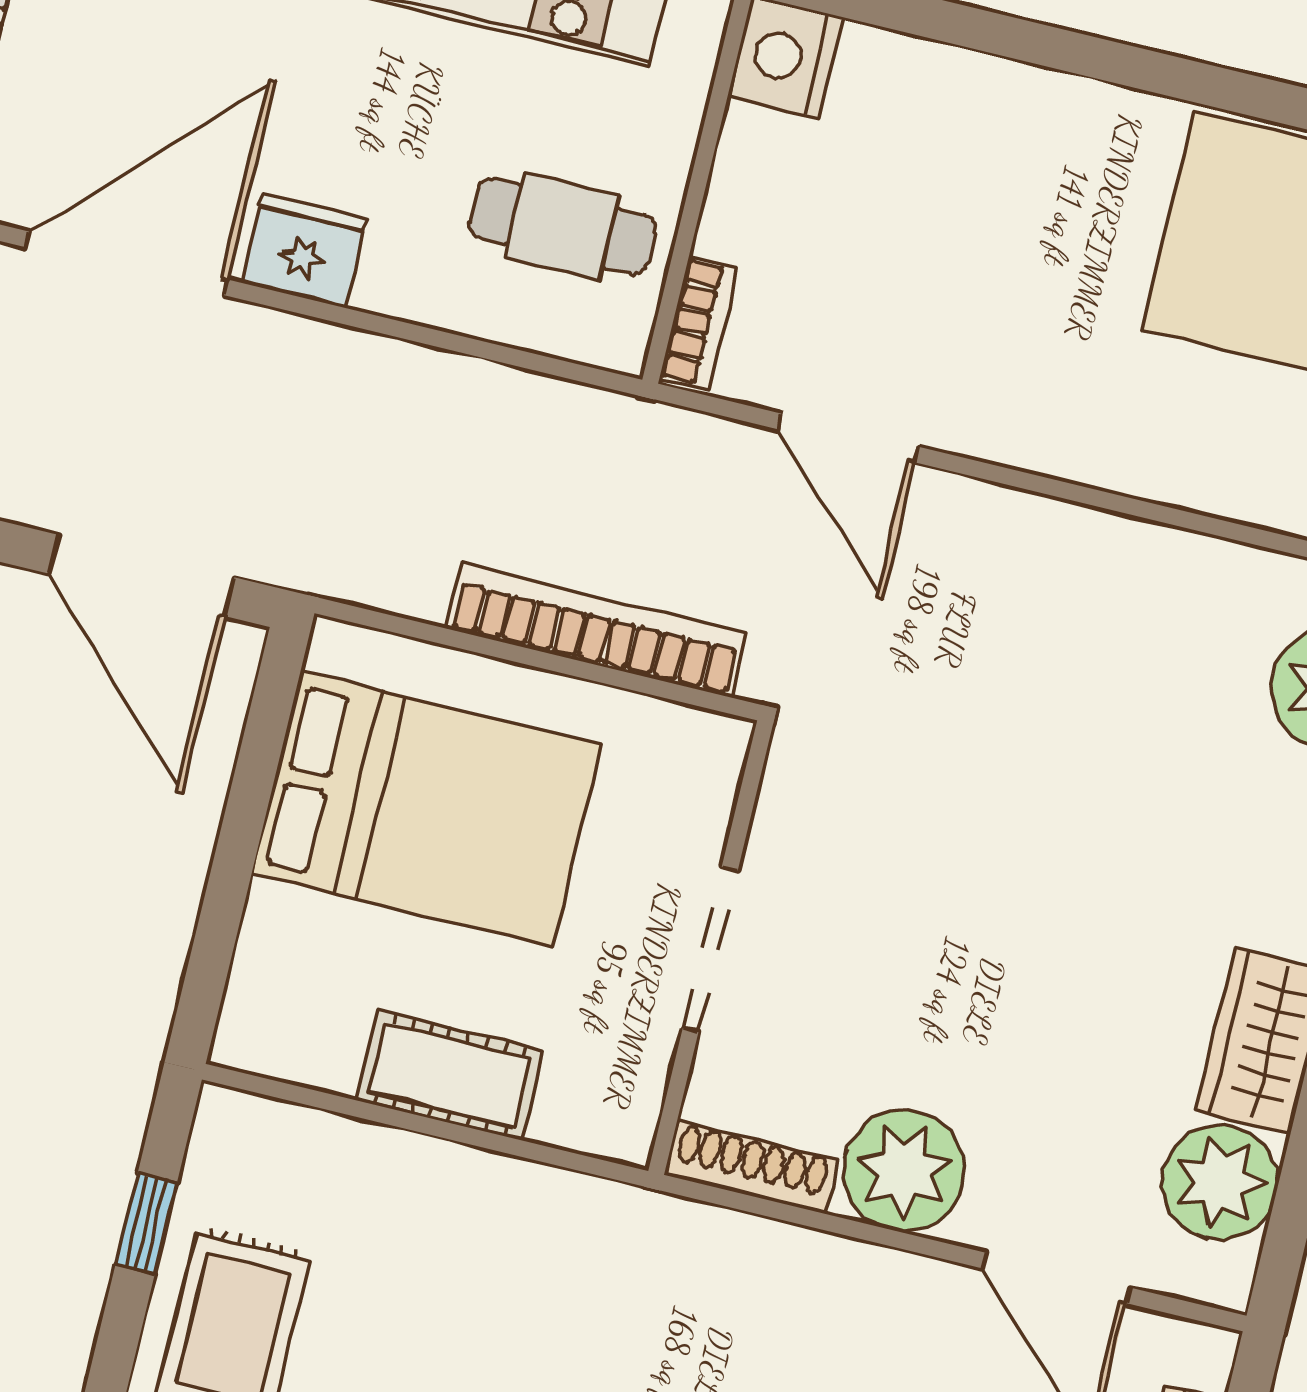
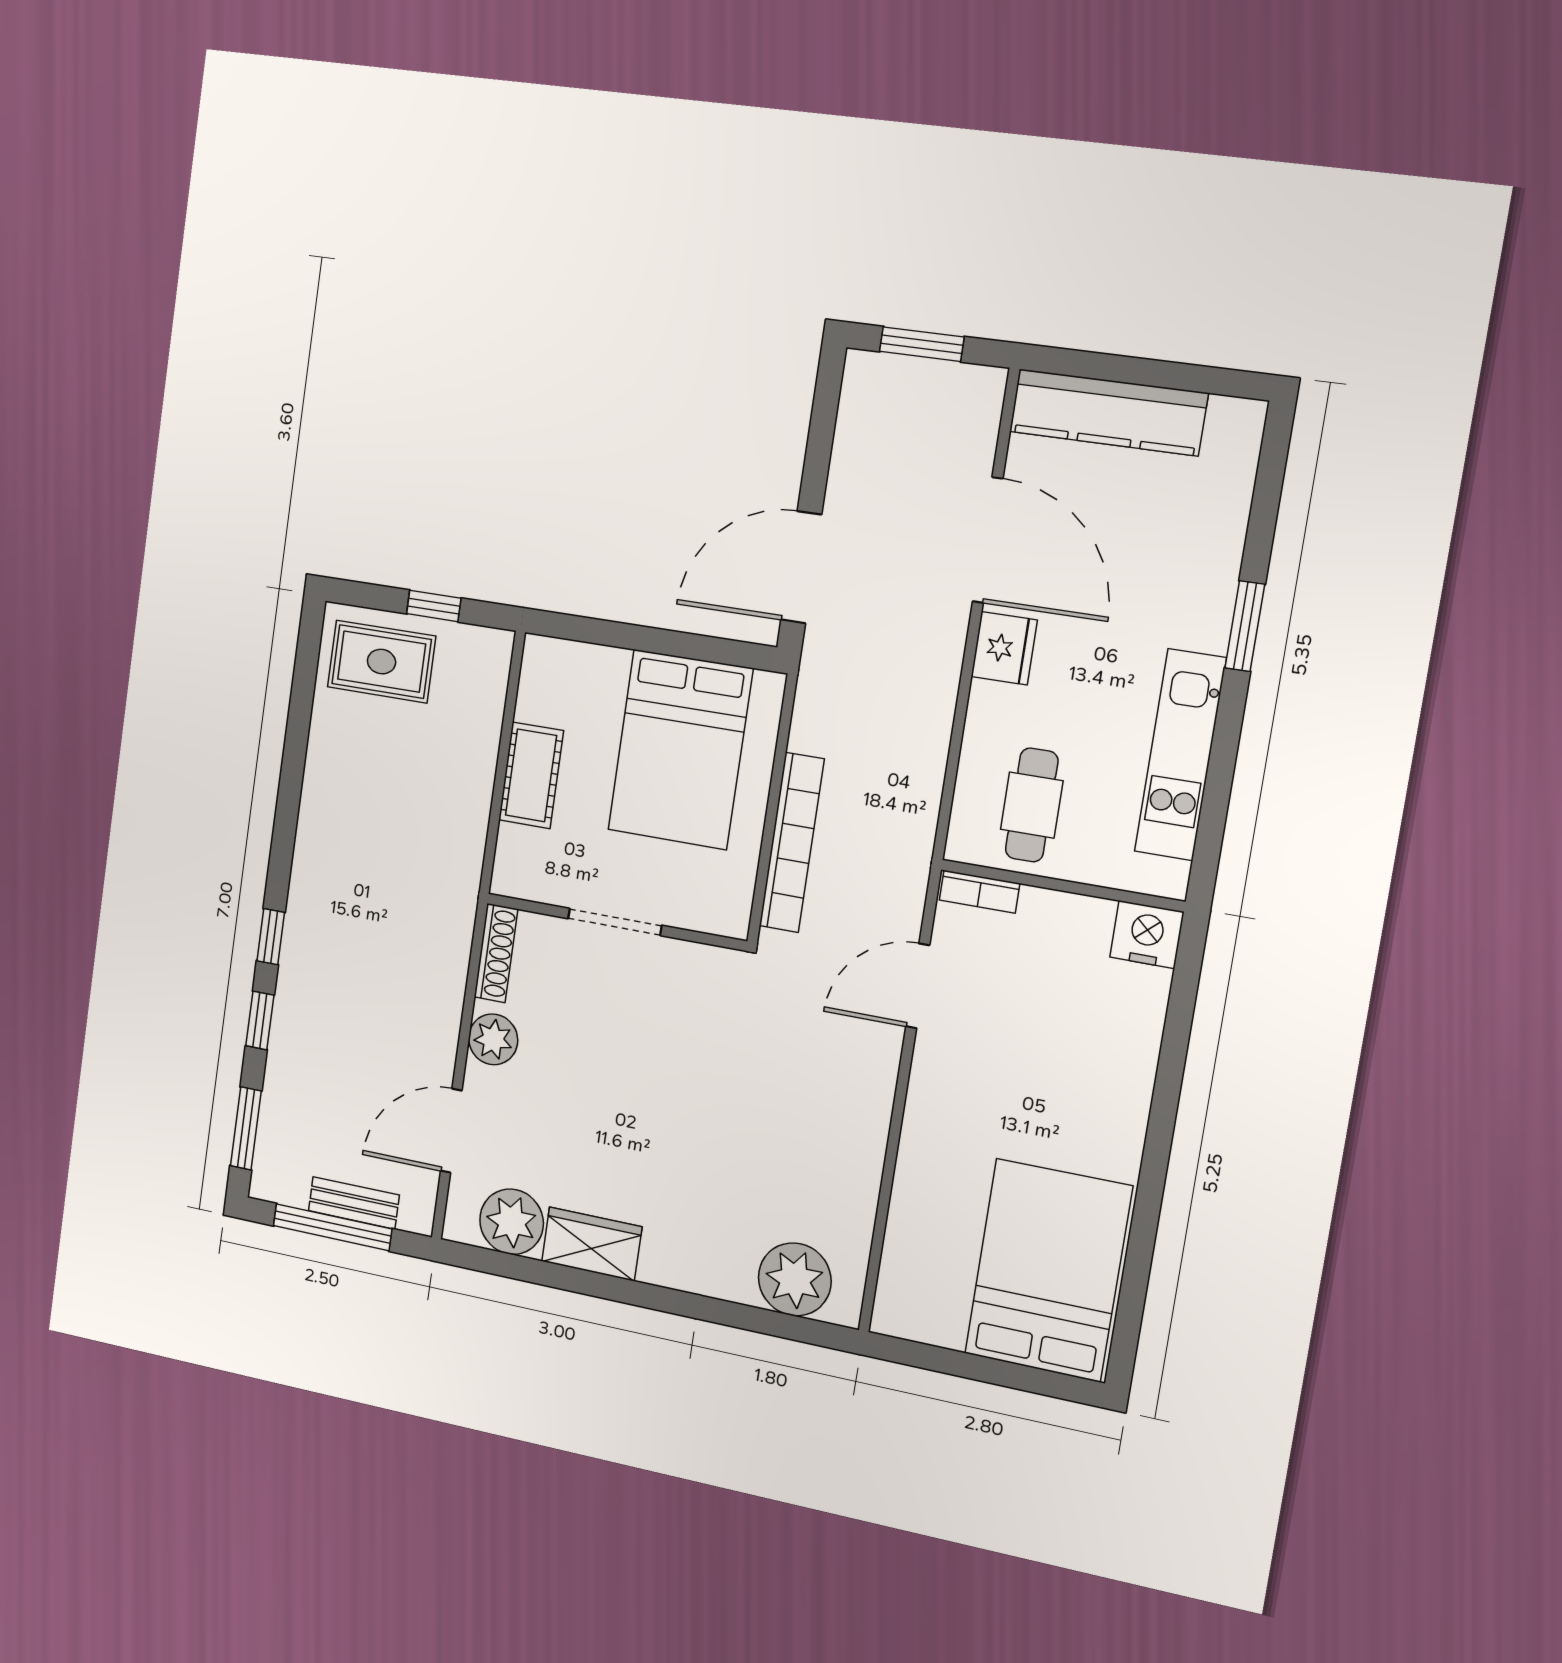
plant: (904, 1171) -> (493, 1039), width x0.73, depth x0.73

